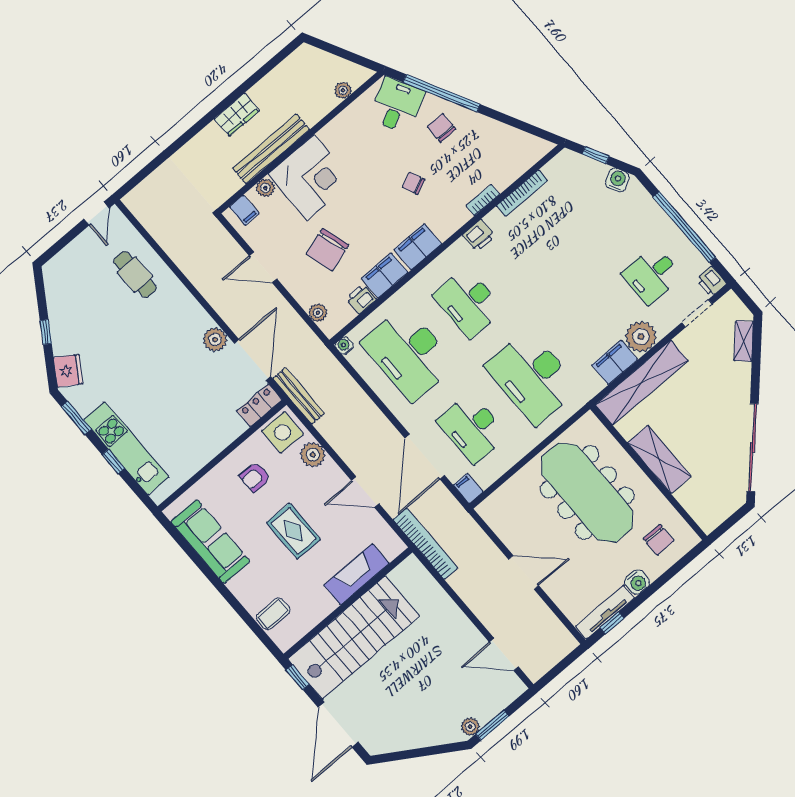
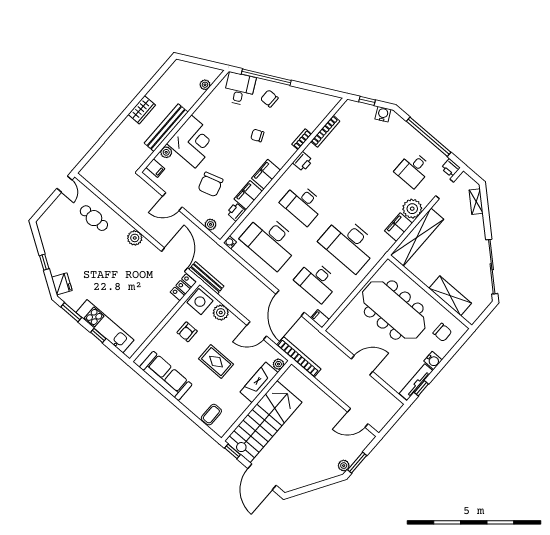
plant: (215, 340) -> (135, 238), moved
shelving: (659, 460) -> (450, 296), moved
plant: (392, 550) -> (278, 364), added

